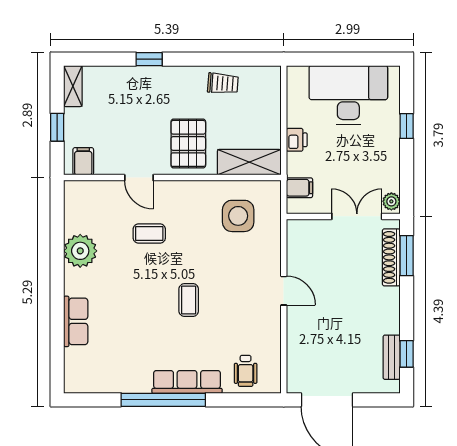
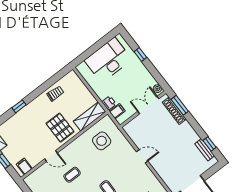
printer: (297, 140) -> (109, 103), moved

